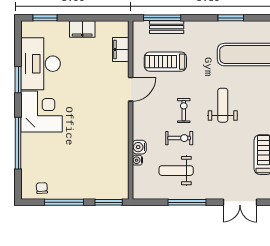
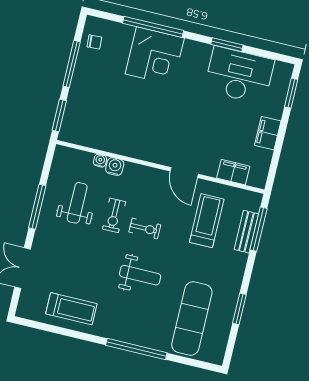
corner desk: (41, 112) -> (155, 56), moved

